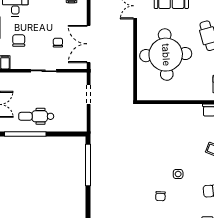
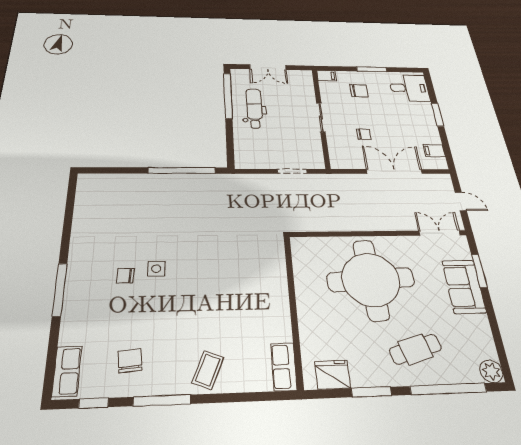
double door: (89, 44) -> (394, 171), moved
side table: (178, 174) -> (156, 269), moved

